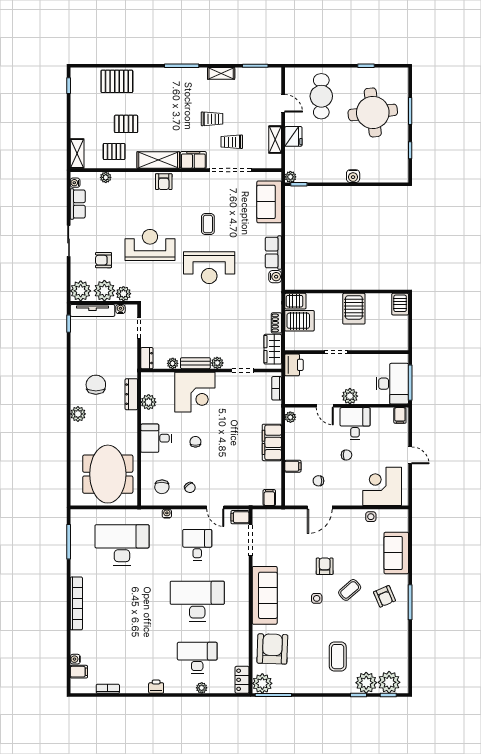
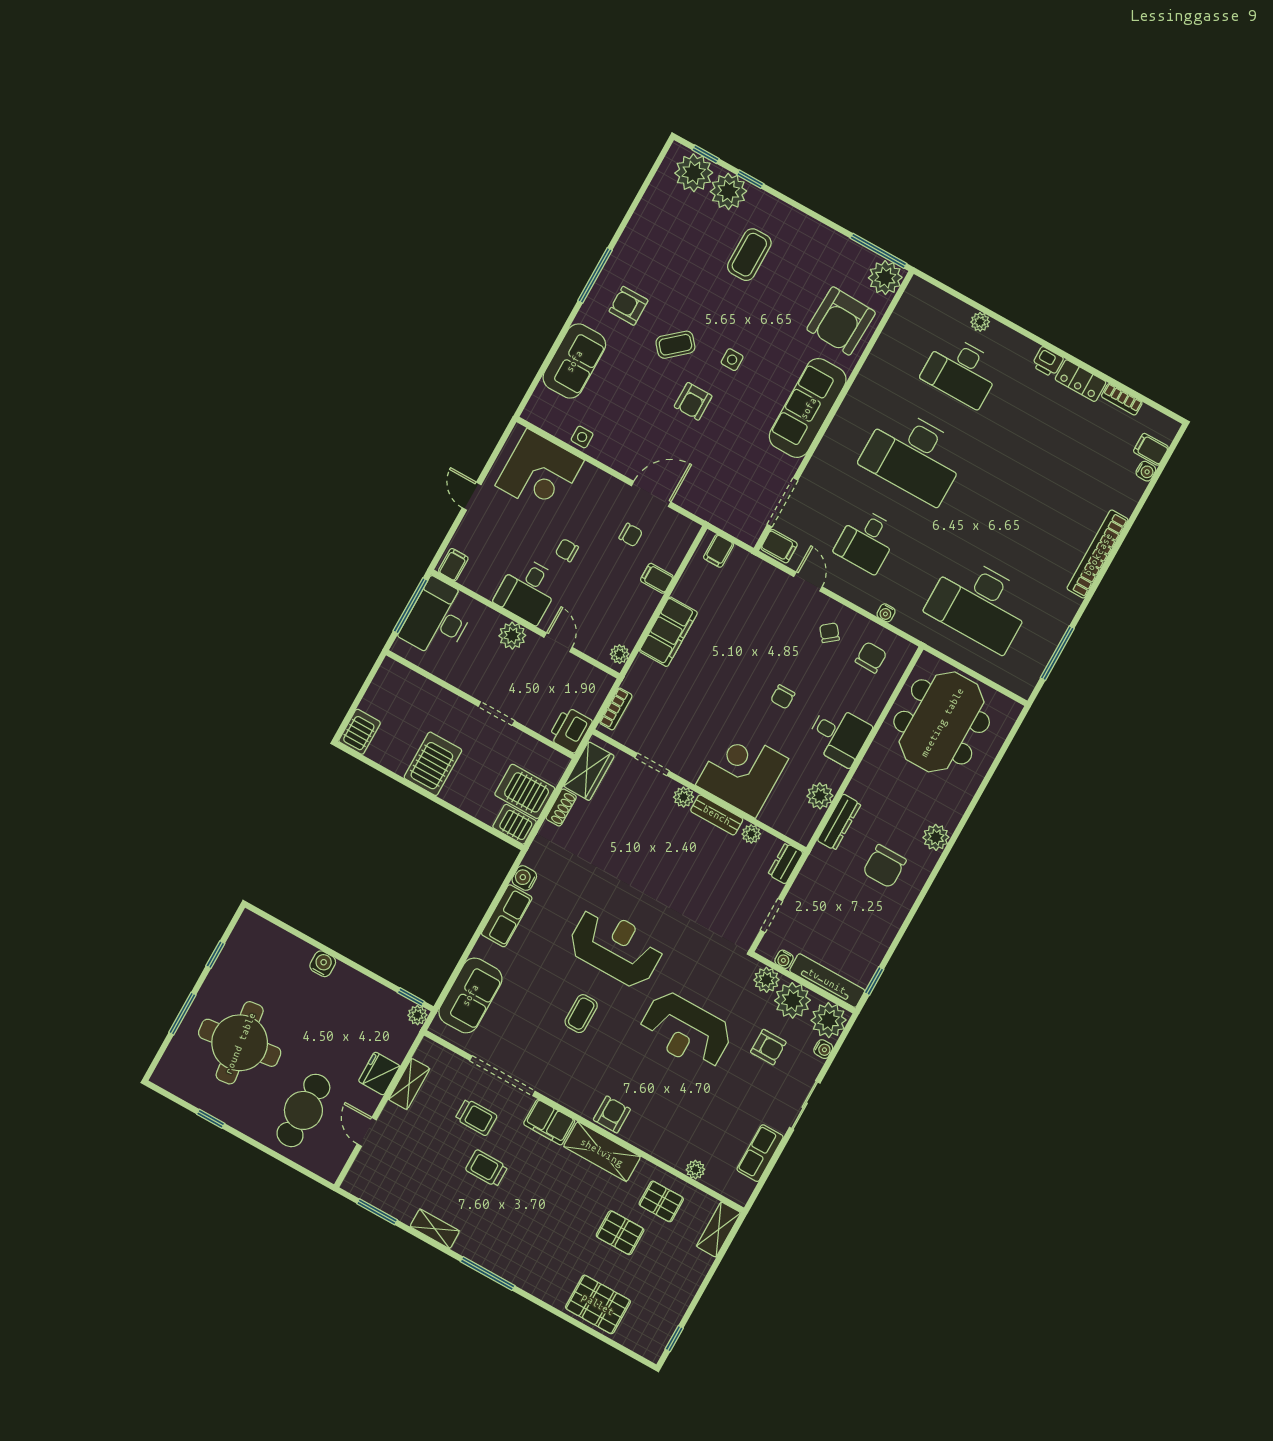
water cooler: (75, 183) -> (823, 1049), moved
armchair: (384, 596) -> (628, 306), turned -67
locker: (242, 680) -> (1081, 381), moved, turned 90

